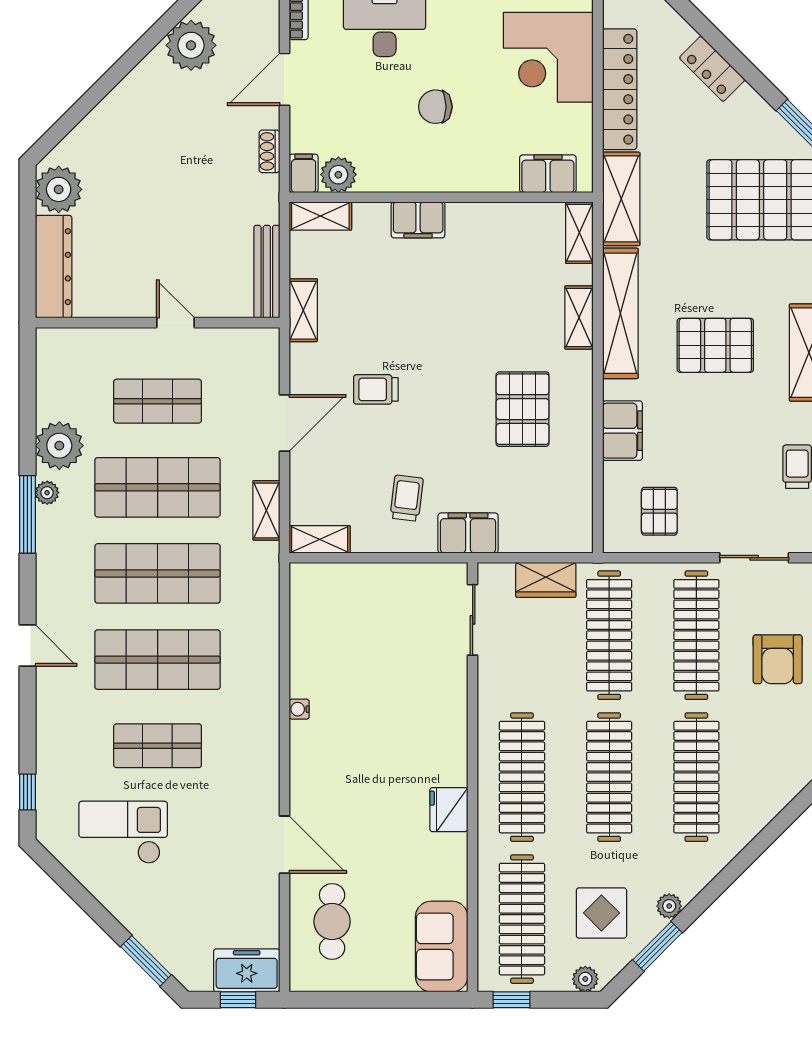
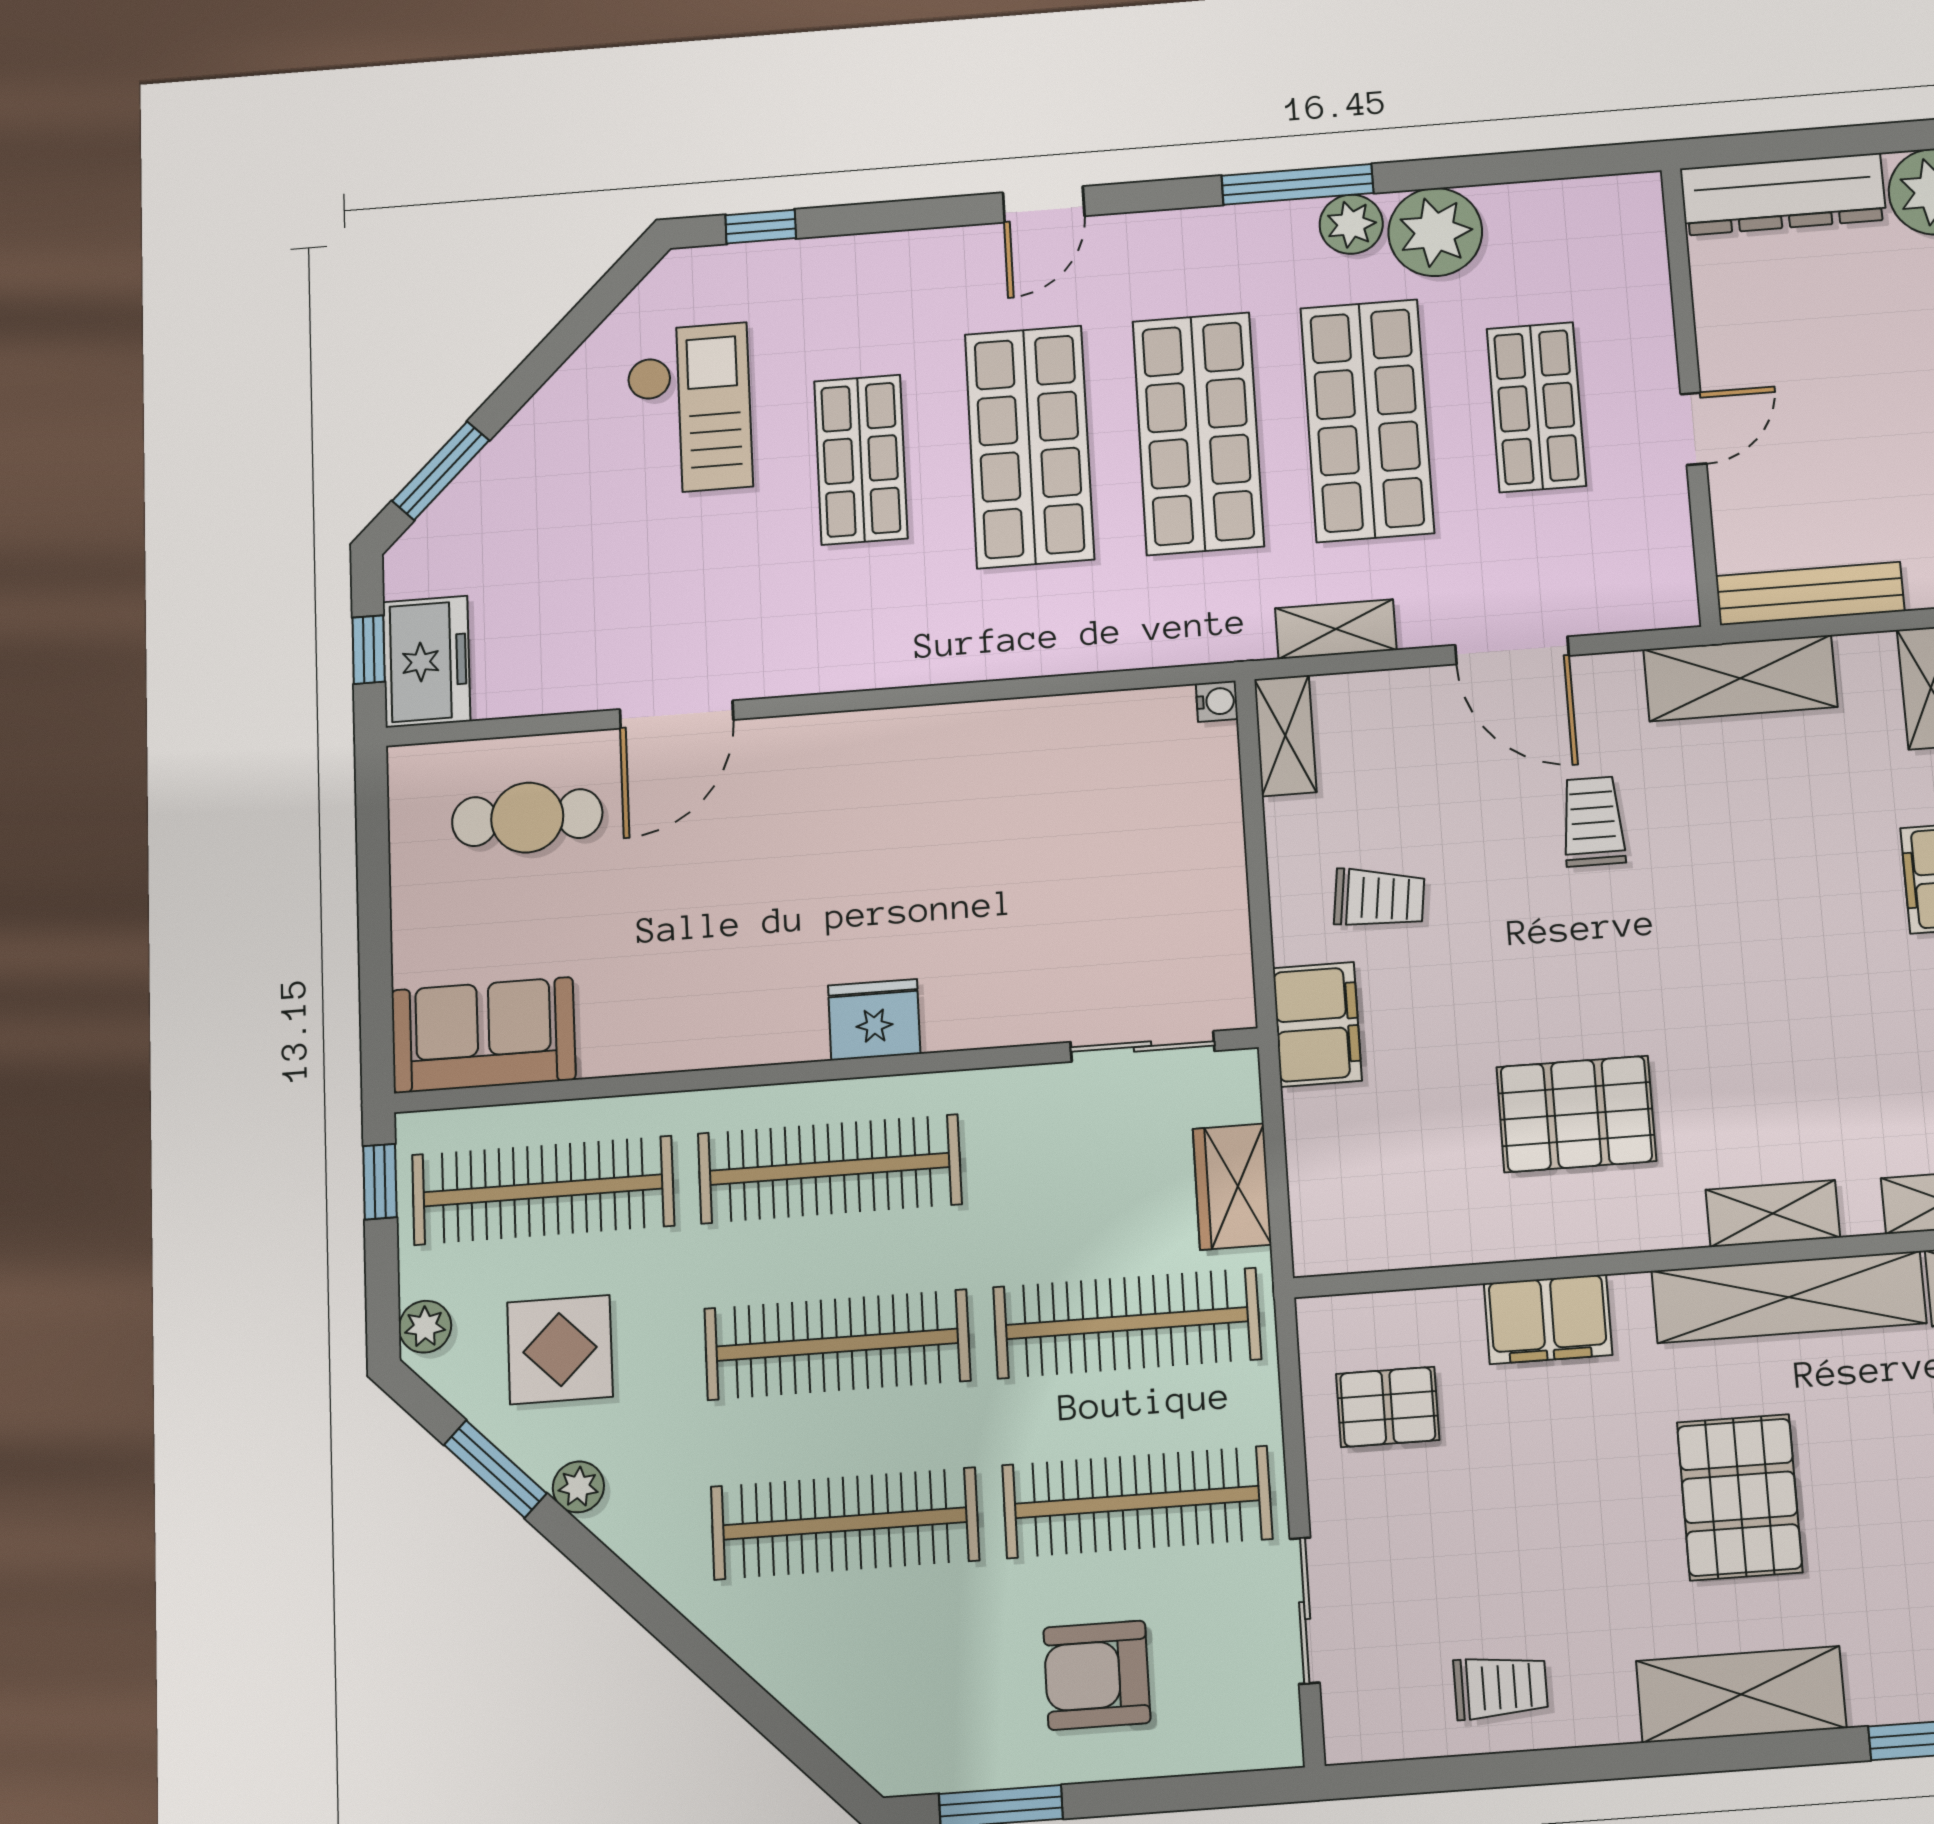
shelving: (303, 310) -> (1740, 678), width x1.50, depth x1.33
plant: (47, 493) -> (1351, 224), width x1.38, depth x1.38
water cooler: (299, 709) -> (1217, 701), moved, turned 90
fridge: (449, 810) -> (874, 1020), moved

